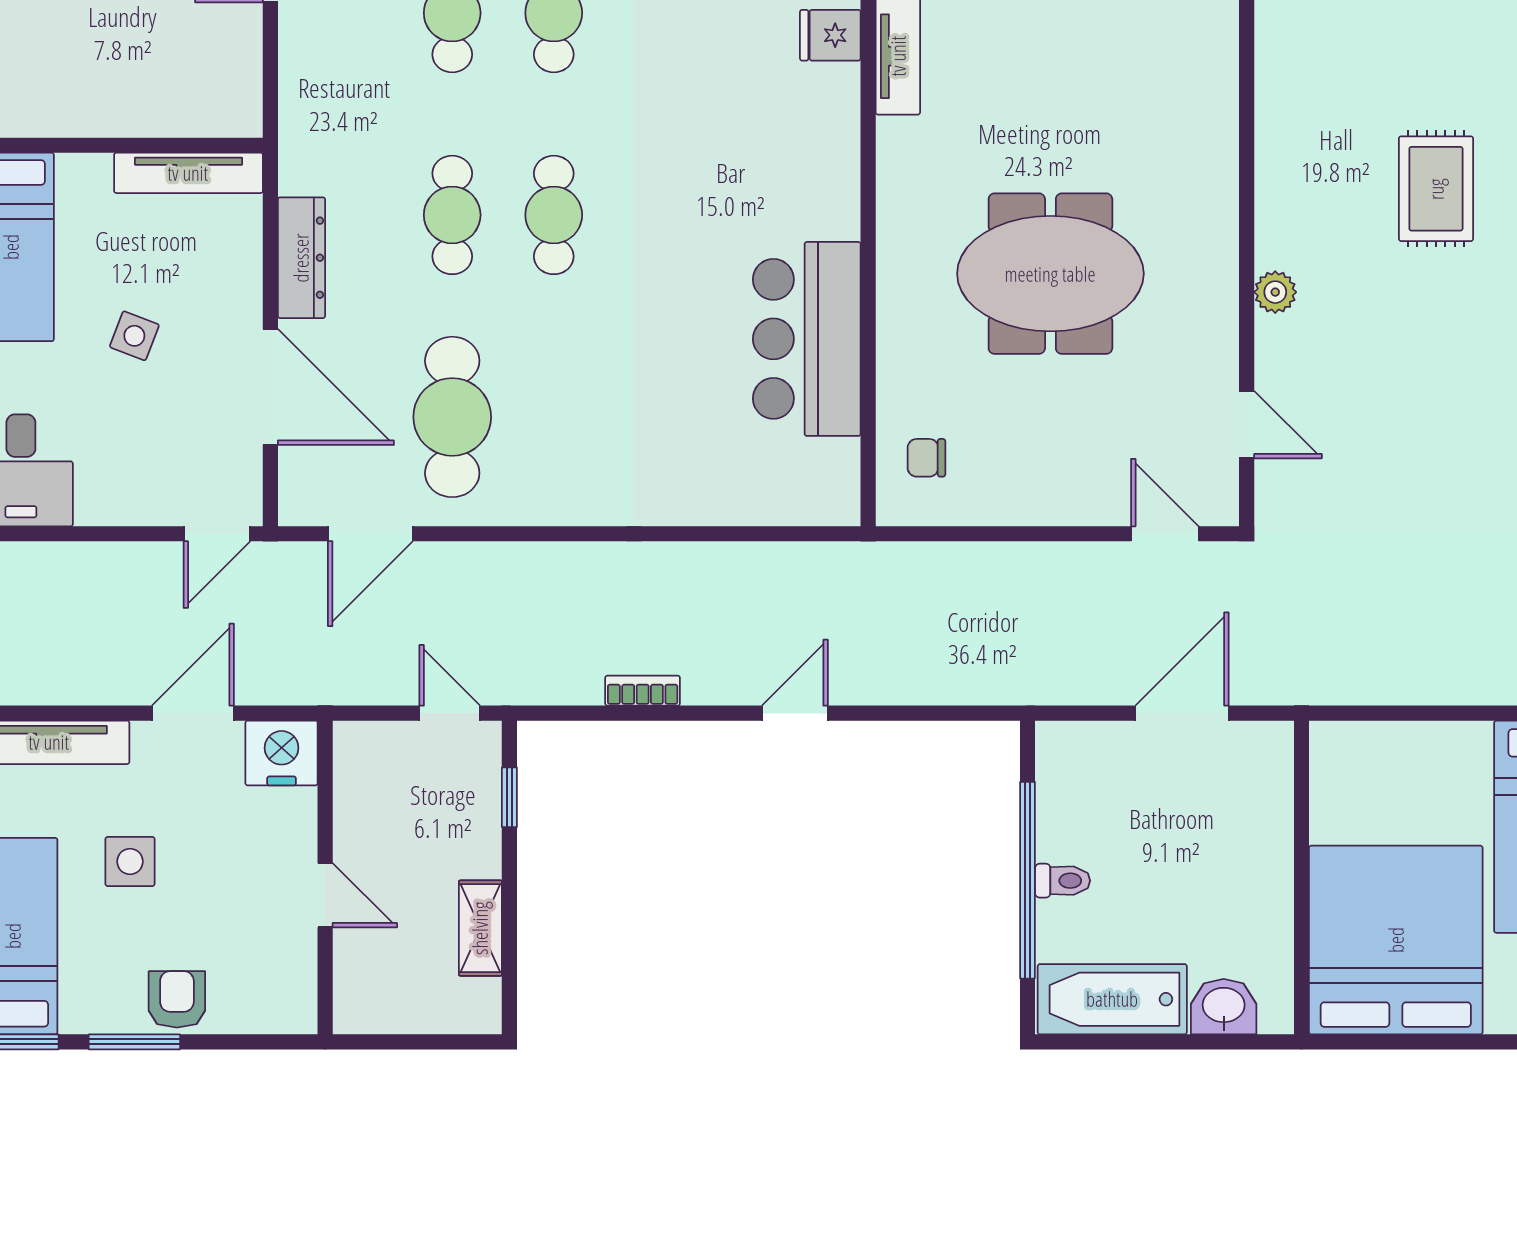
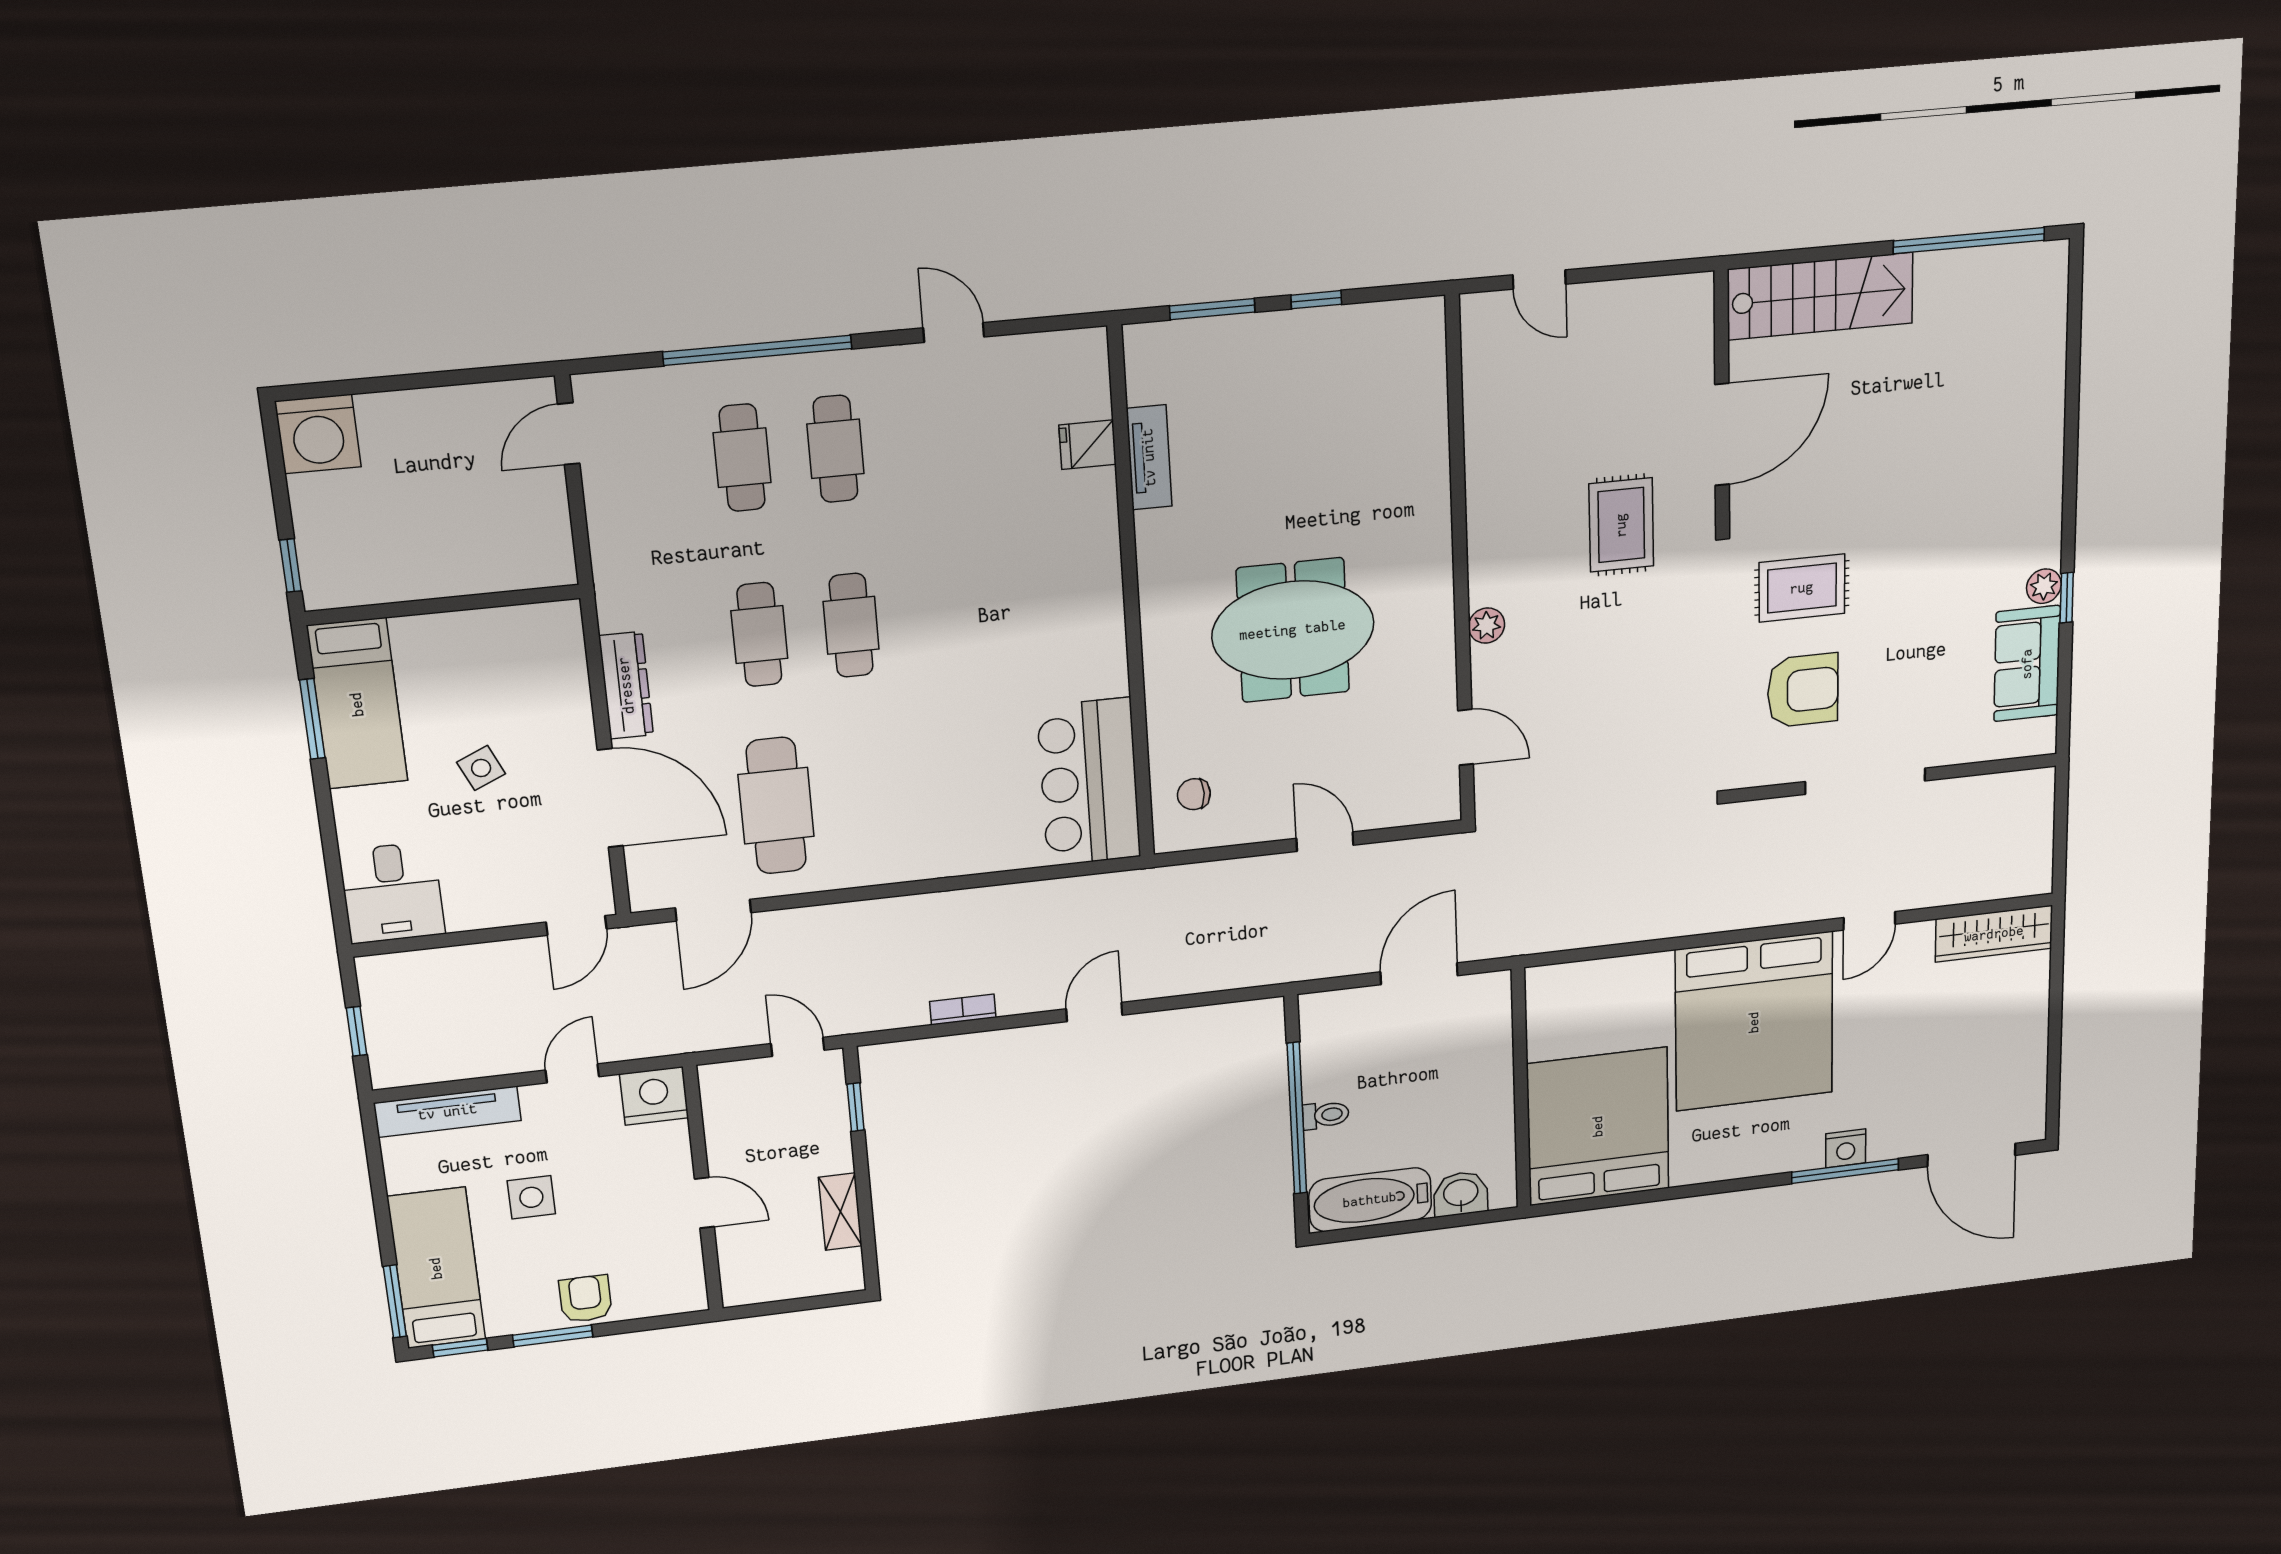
tv unit: (188, 173) -> (514, 622), removed
side table: (134, 336) -> (481, 768), turned 45
bar counter: (807, 339) -> (1089, 782), moved
door: (1165, 534) -> (1325, 842), moved
door: (193, 713) -> (572, 1073), width x0.73

